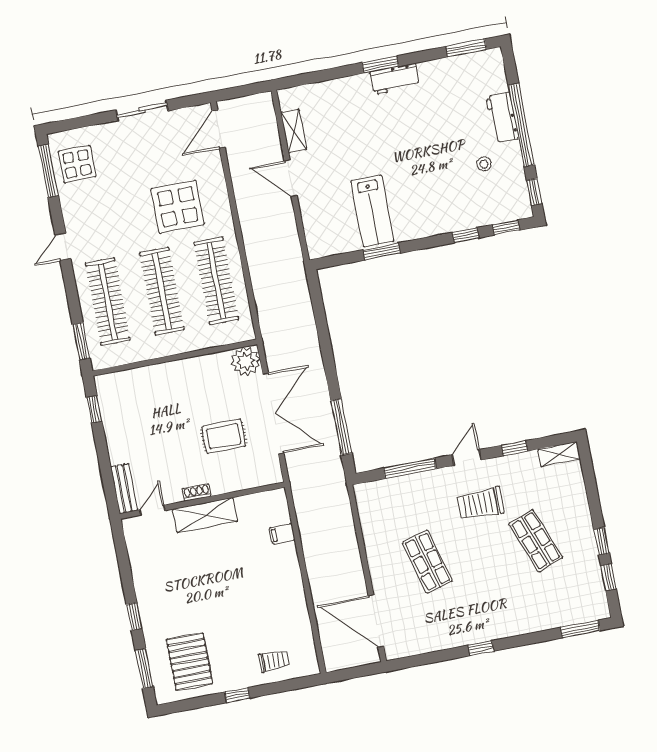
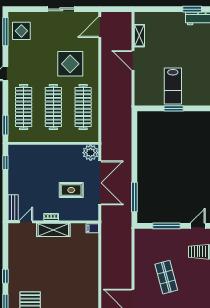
filing cabinet: (282, 534) -> (92, 228), moved

